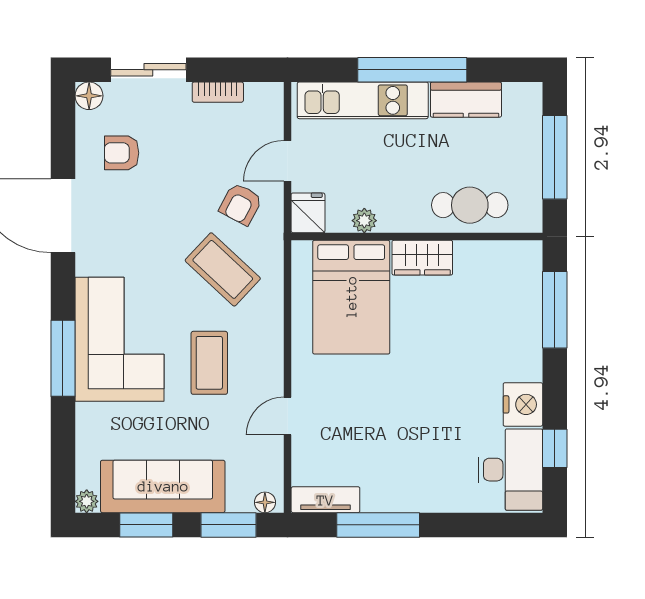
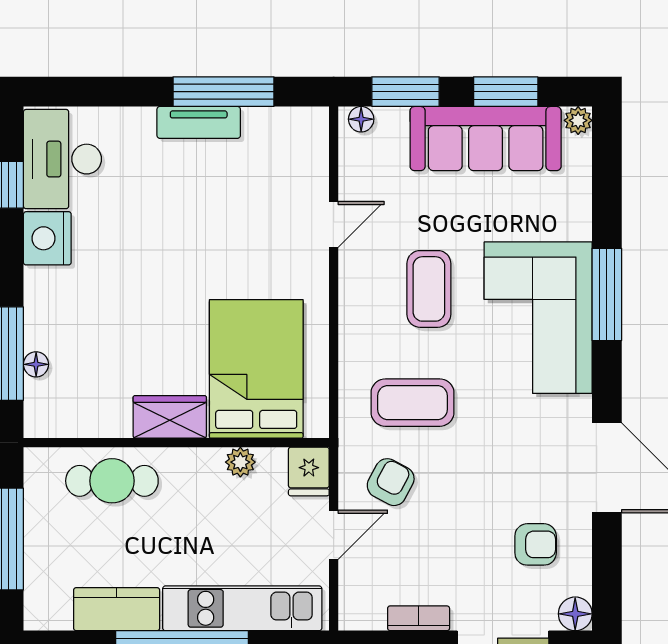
coffee table: (223, 269) -> (413, 403), turned -43
floor lamp: (532, 301) -> (36, 364), added
tv unit: (325, 500) -> (199, 122), moved

